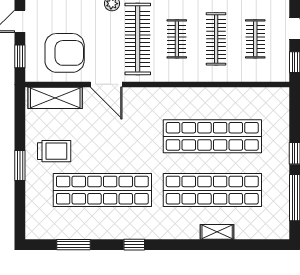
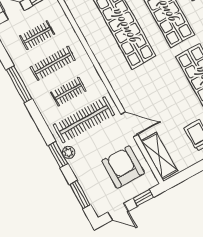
door: (106, 84) -> (129, 124), hinge flipped

